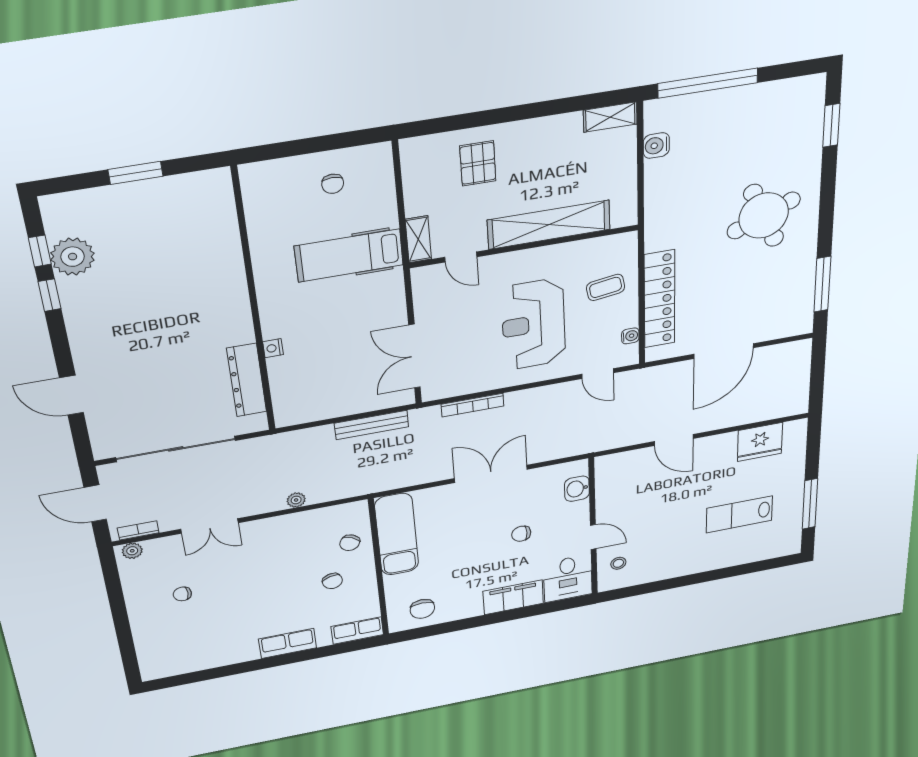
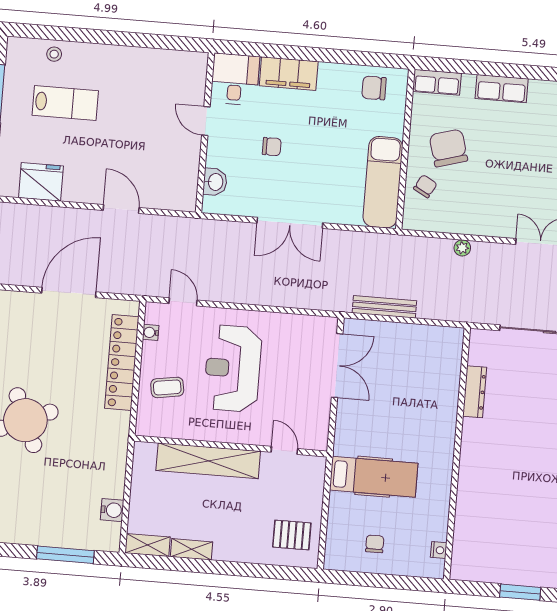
window: (708, 83) -> (65, 555), width x0.68
pallet: (478, 163) -> (292, 535), moved, turned 90
shelving: (418, 239) -> (191, 549), moved, turned 90
reception desk: (533, 324) -> (233, 368), turned 180
nightstand: (273, 348) -> (439, 550), moved
dresser: (247, 380) -> (475, 392), width x0.73, depth x0.80
bookcase: (473, 405) -> (296, 301), removed
stool: (618, 563) -> (54, 54), moved
chair: (332, 581) -> (448, 148), width x1.87, depth x1.87
chair: (422, 609) -> (374, 88), turned -90

